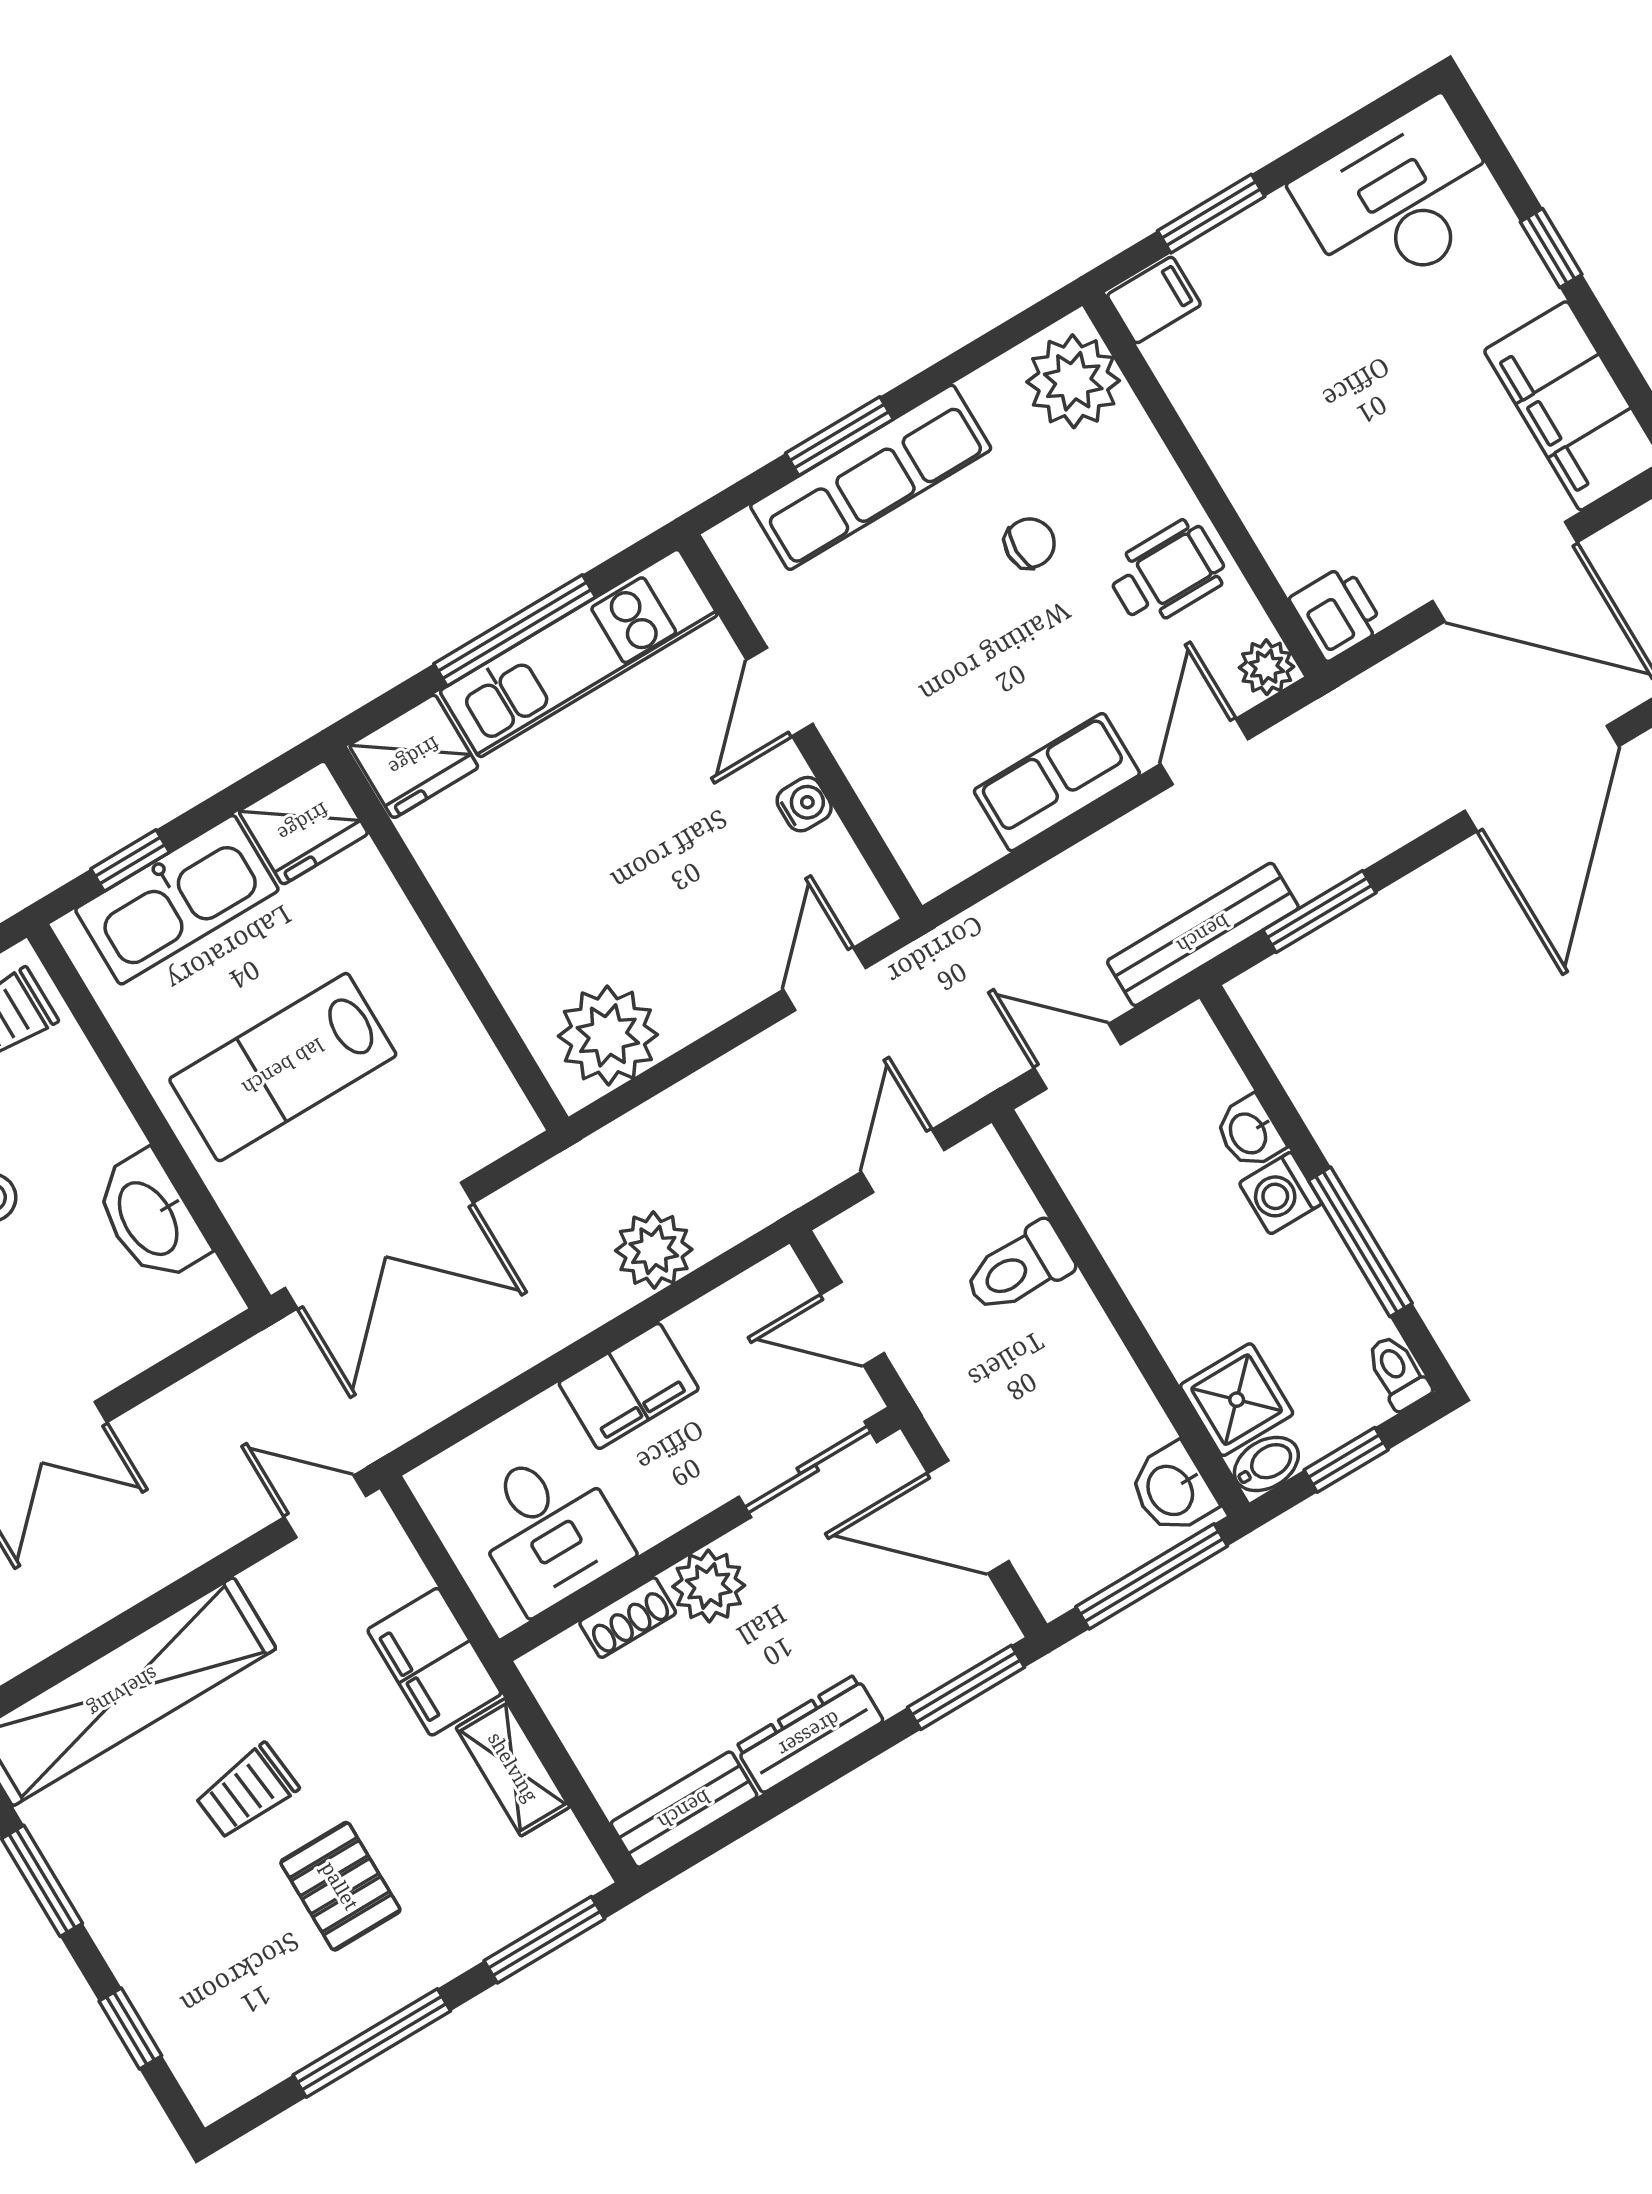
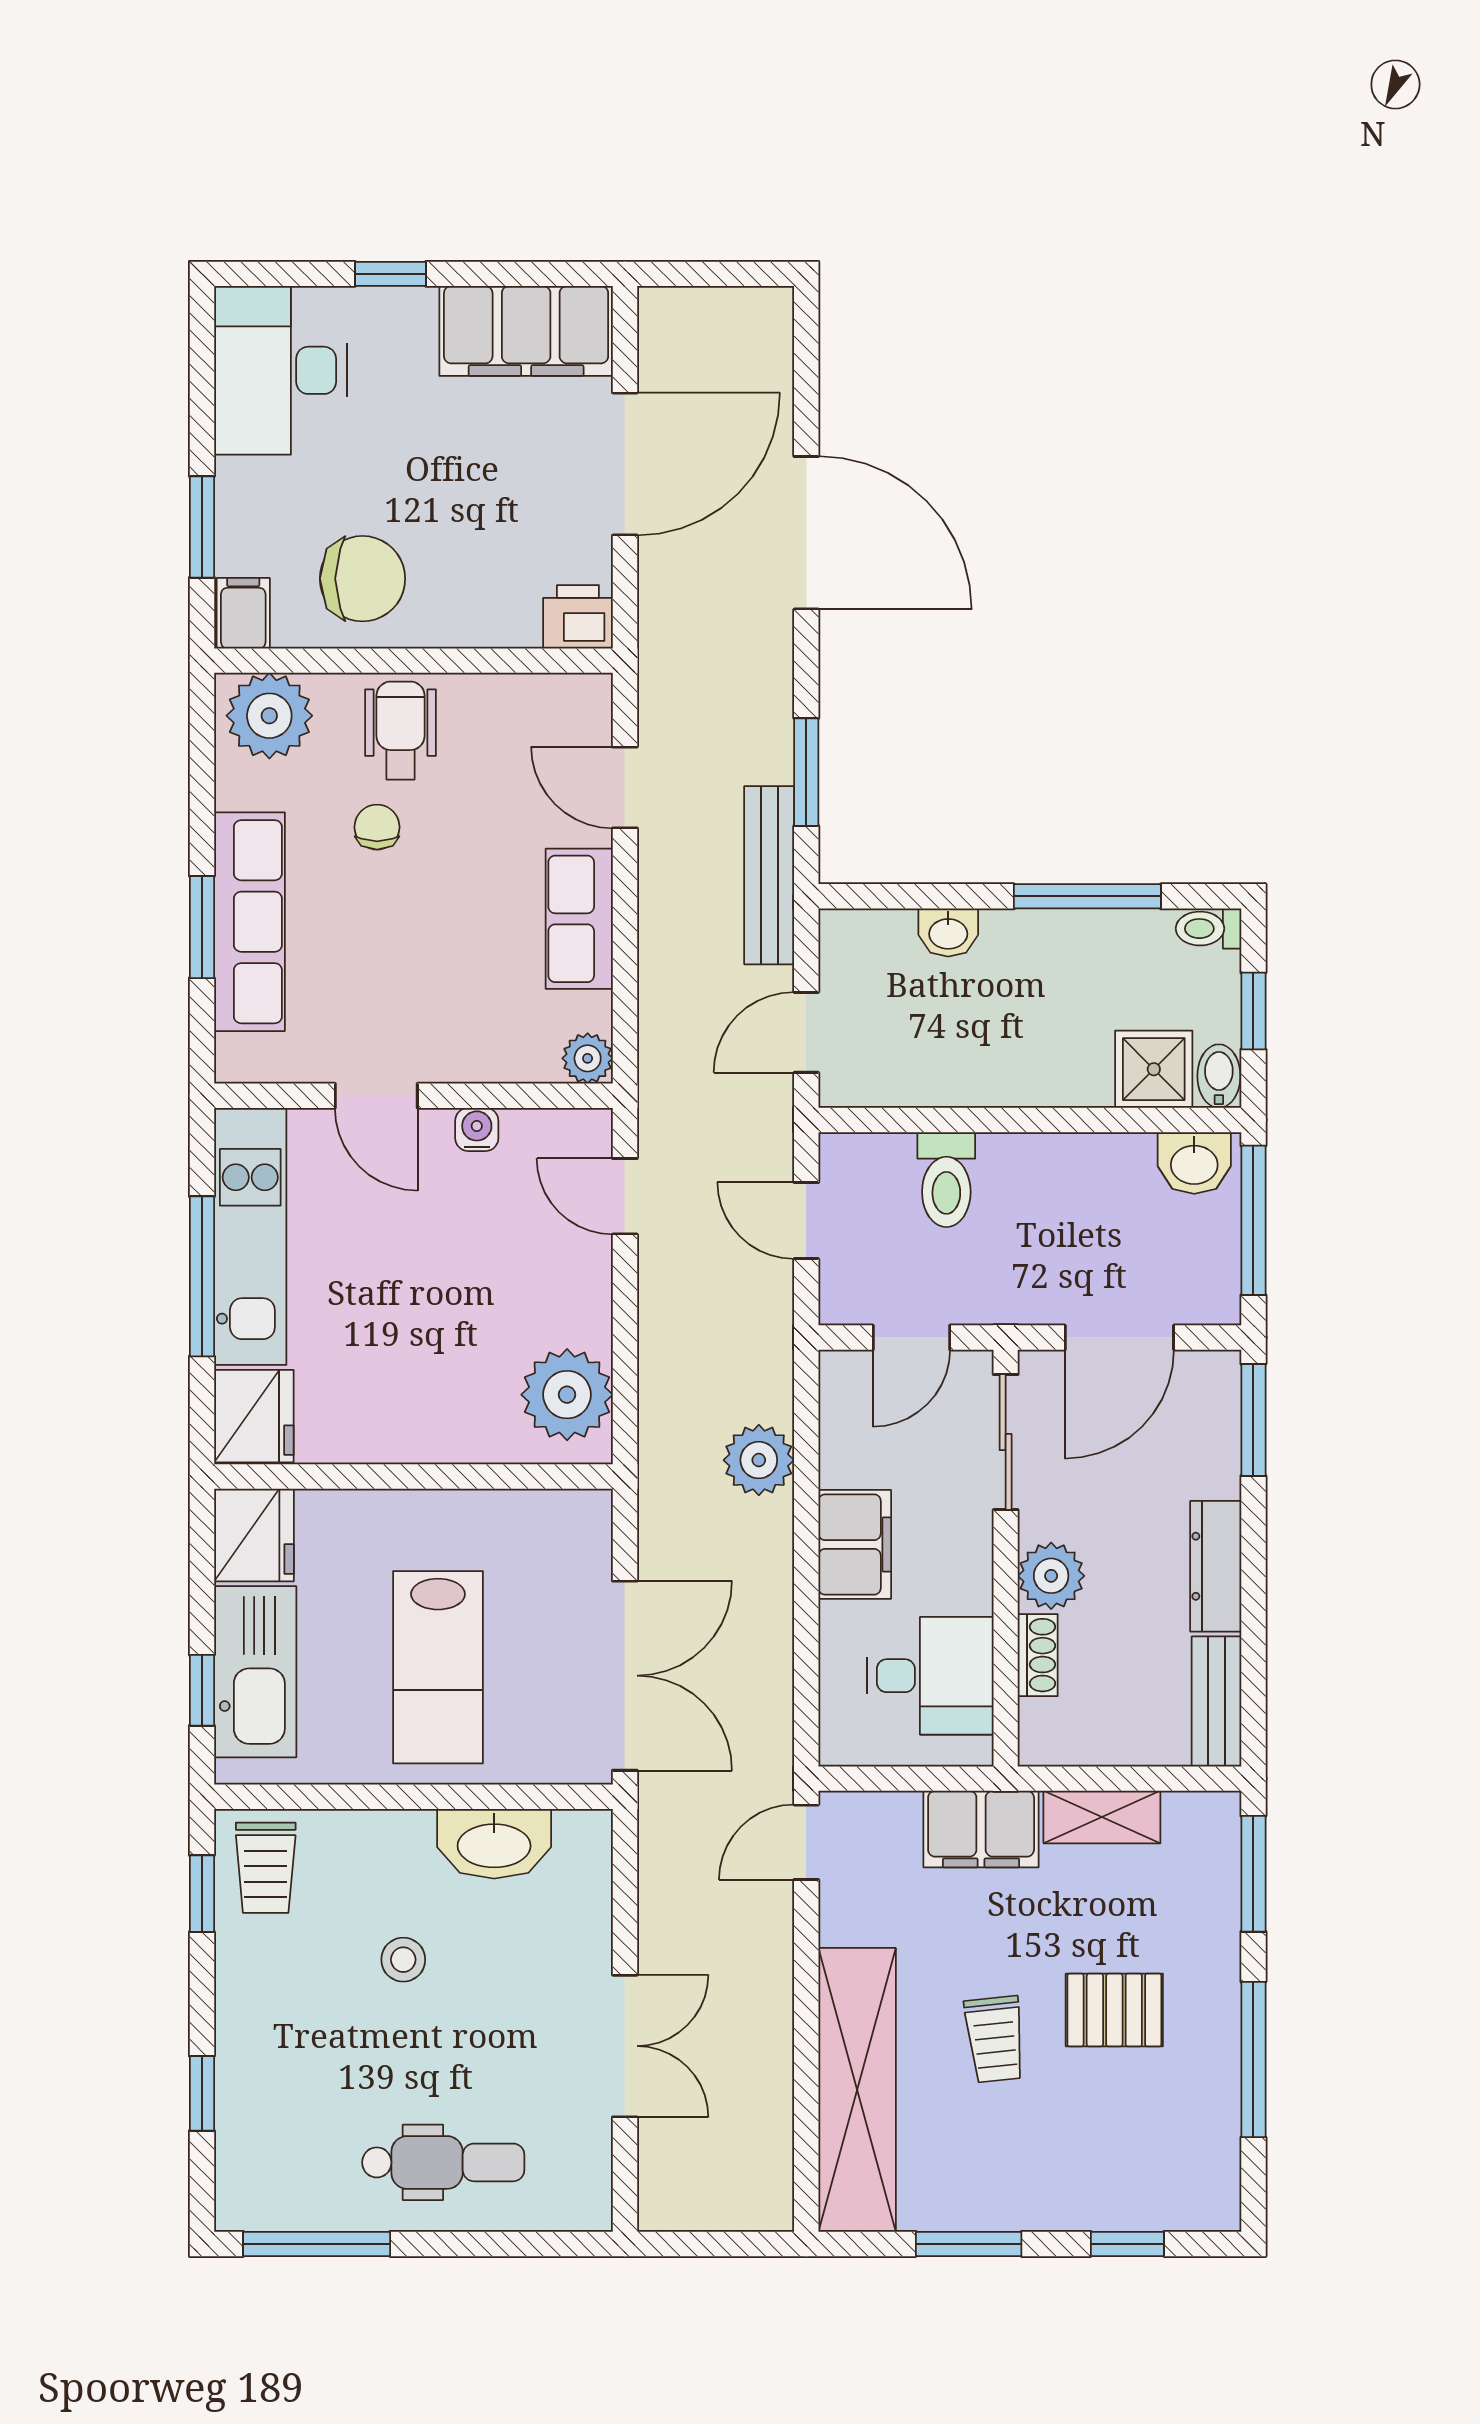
chair: (1252, 392) -> (362, 579), added
wheelchair: (1167, 573) -> (401, 731), moved
plant: (1267, 667) -> (588, 1058), moved
washing machine: (1280, 1193) -> (1011, 937), removed

